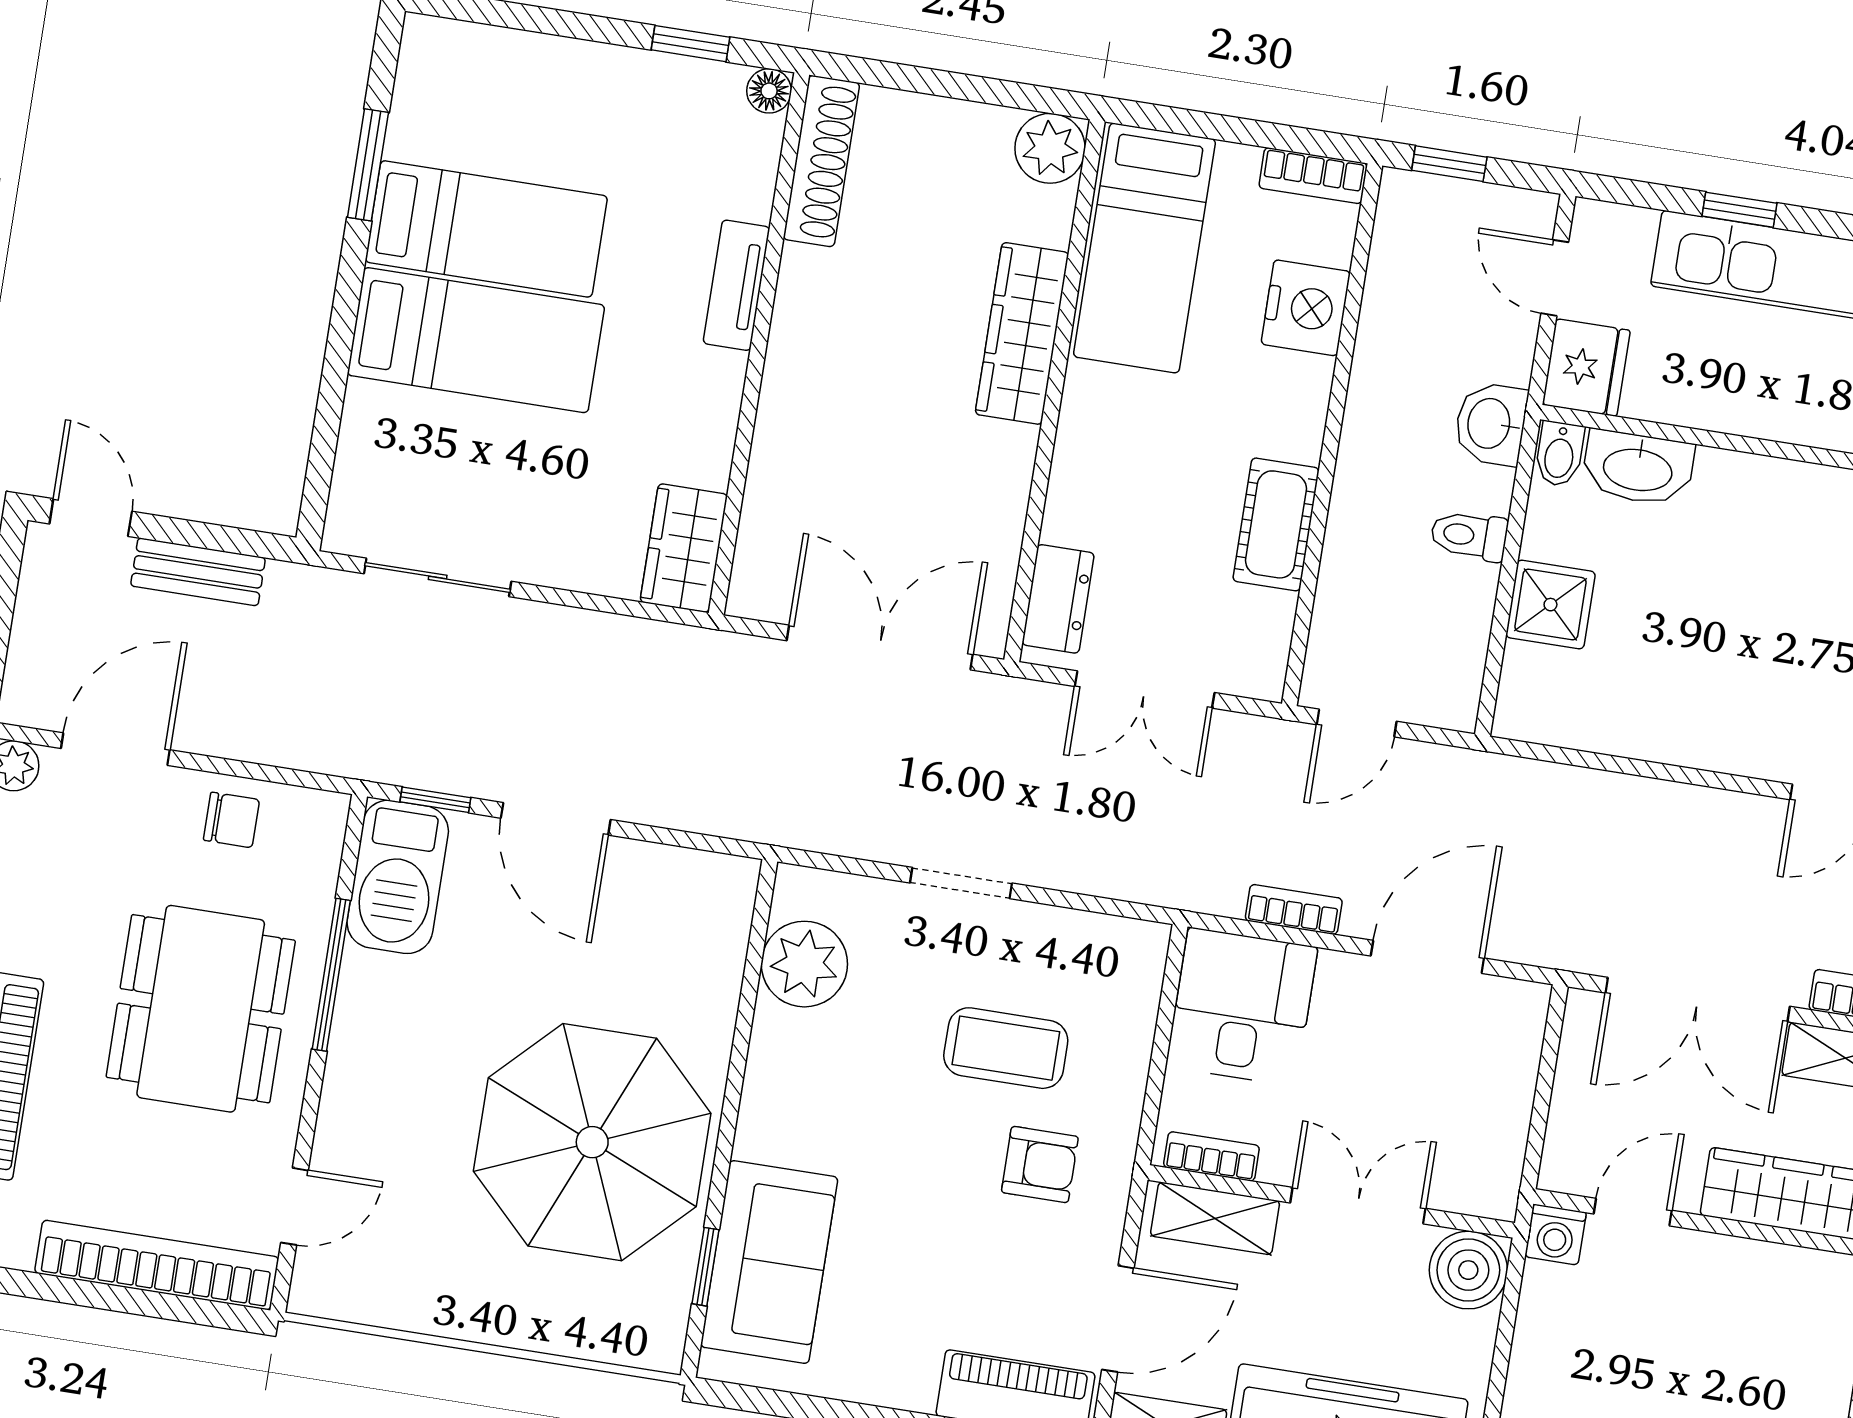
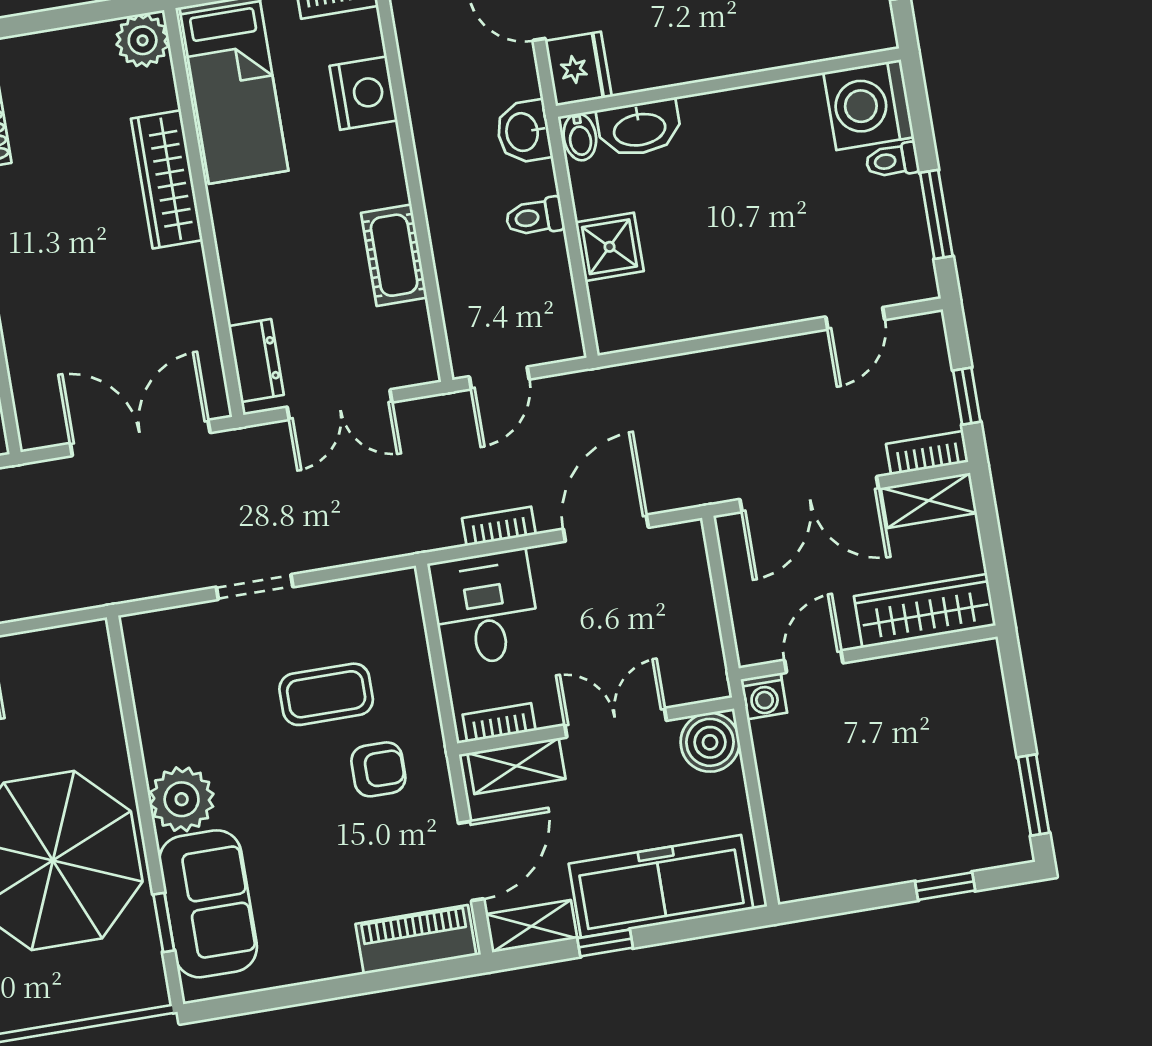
plant: (804, 964) -> (182, 799), moved

